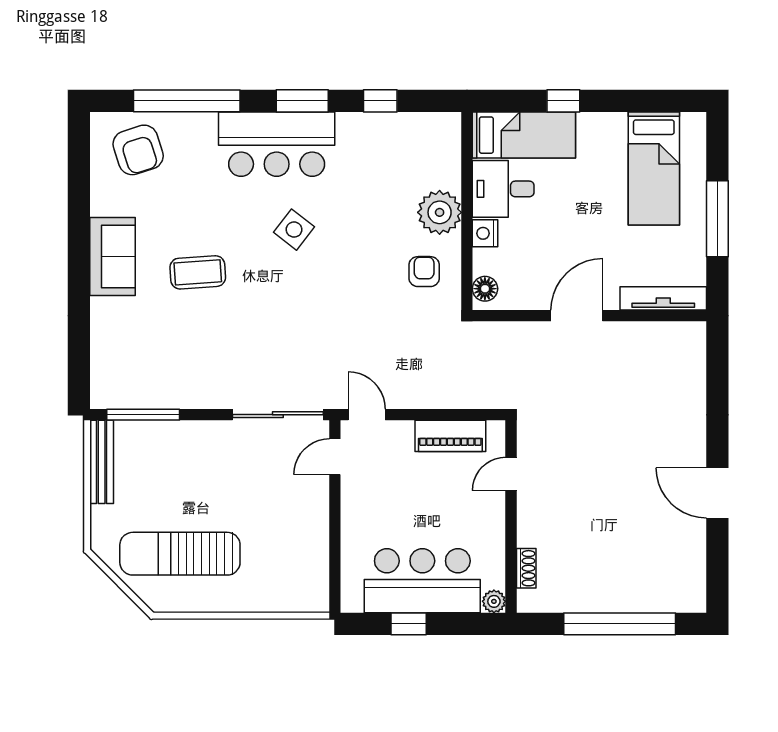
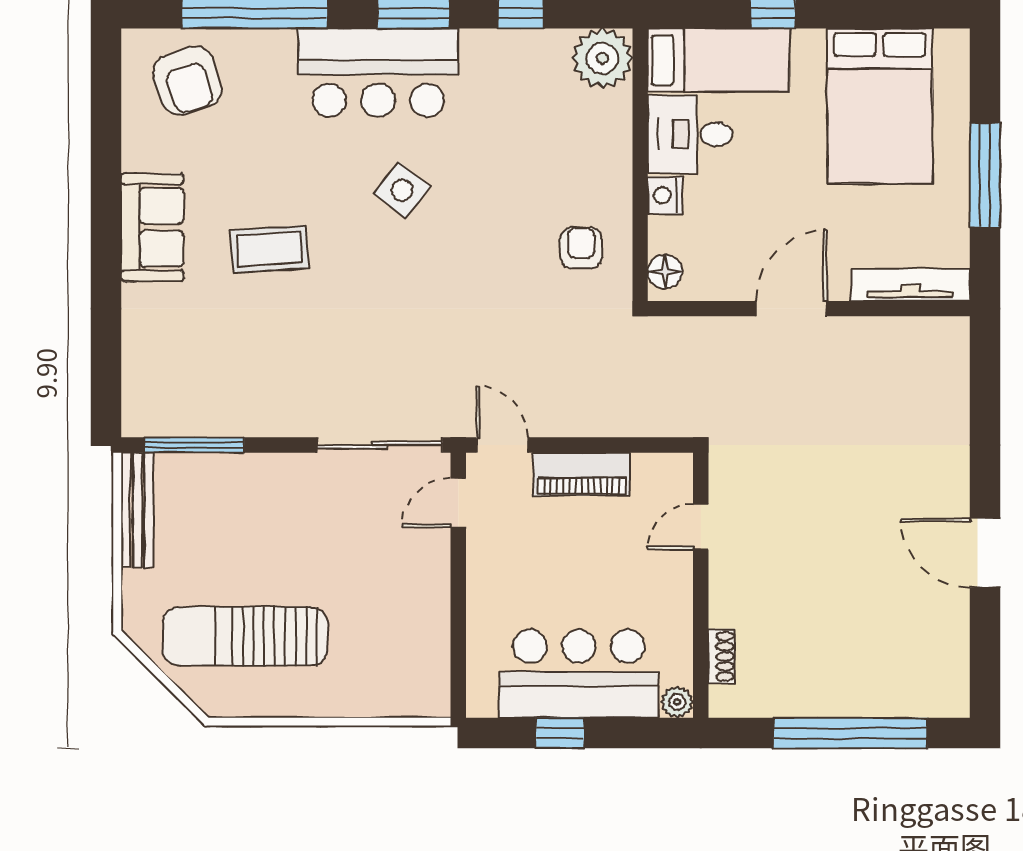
bed: (654, 168) -> (880, 106), width x1.50
plant: (440, 212) -> (602, 58), moved
piano: (450, 436) -> (582, 474), moved

